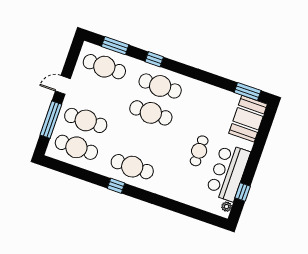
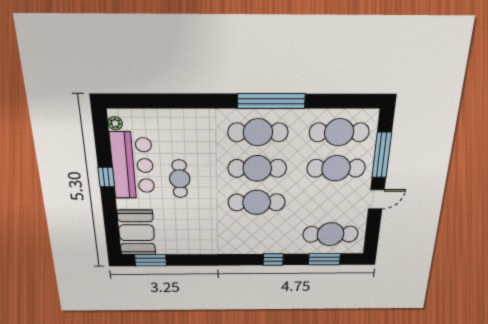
cafe table: (160, 86) -> (257, 168), moved
window: (116, 186) -> (271, 101), width x3.17
window: (243, 192) -> (106, 177), moved

